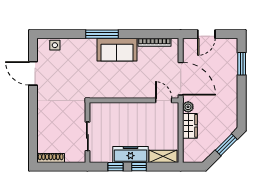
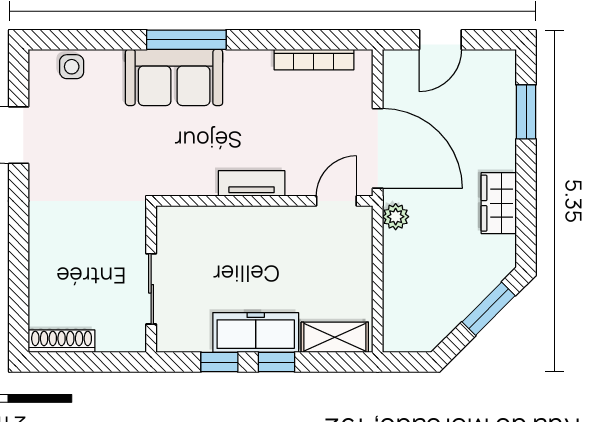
sofa: (117, 50) -> (174, 77), moved
tv unit: (129, 93) -> (252, 183), added
door: (164, 100) -> (336, 201), hinge flipped
wardrobe: (190, 126) -> (499, 203), moved, turned 180

